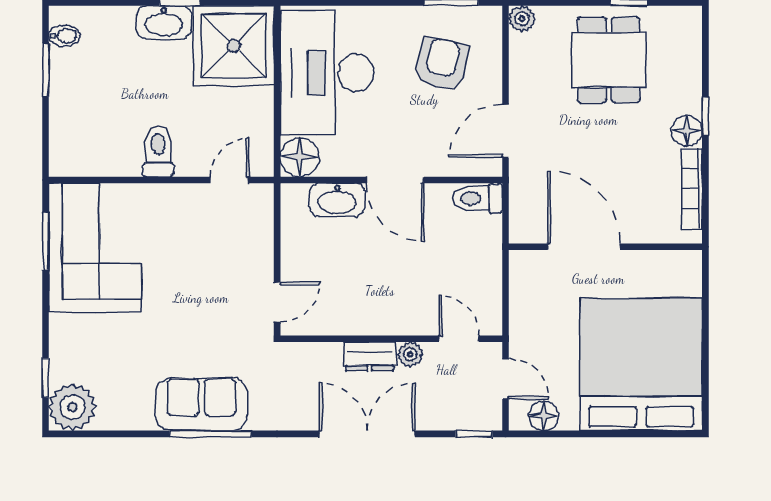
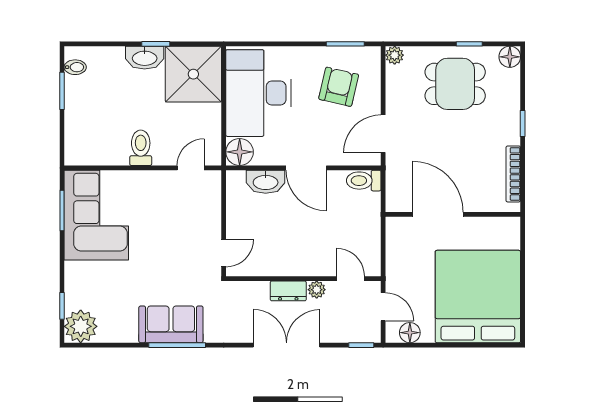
dining table: (609, 60) -> (455, 84), turned 90
floor lamp: (687, 131) -> (510, 57), moved

